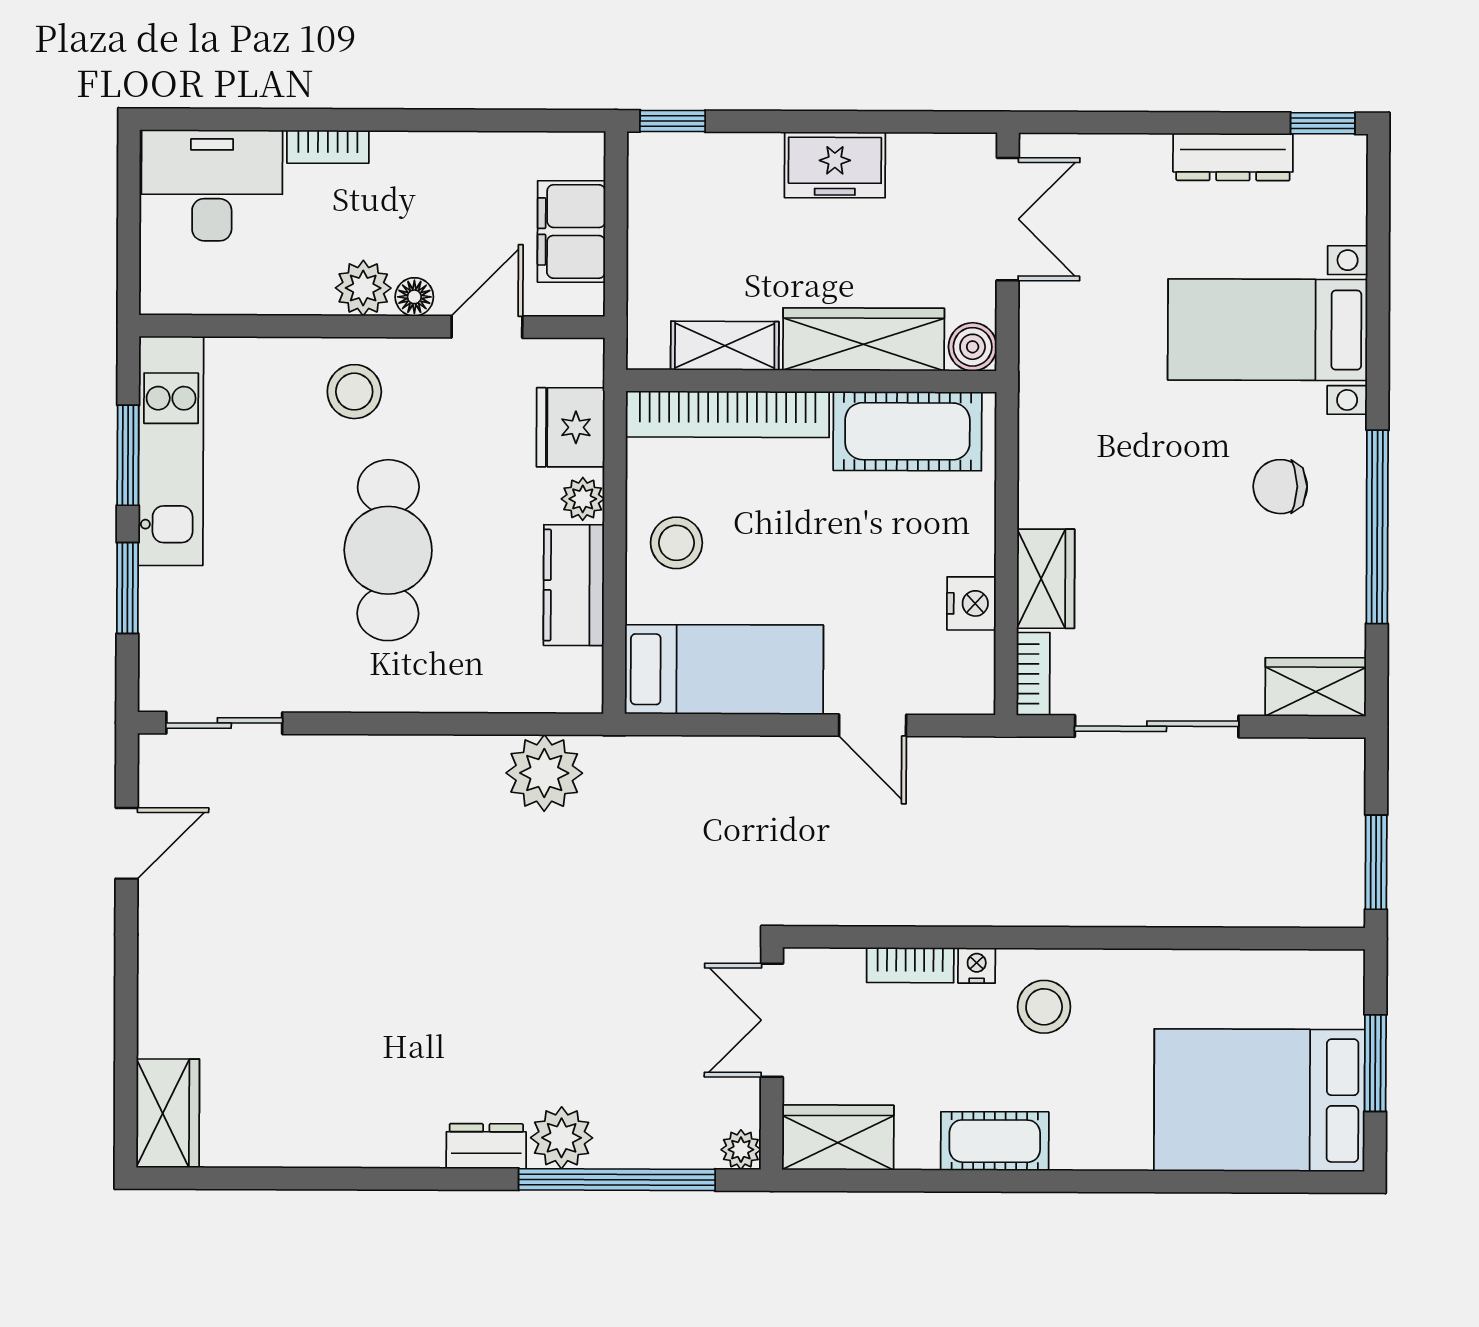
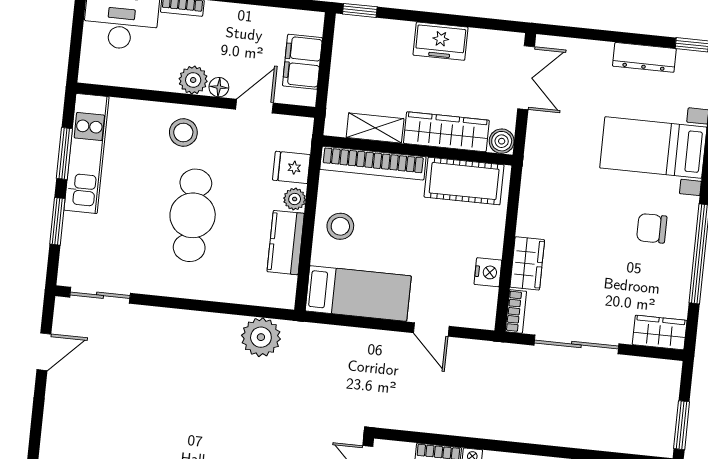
fridge: (570, 427) -> (291, 167), width x0.72

